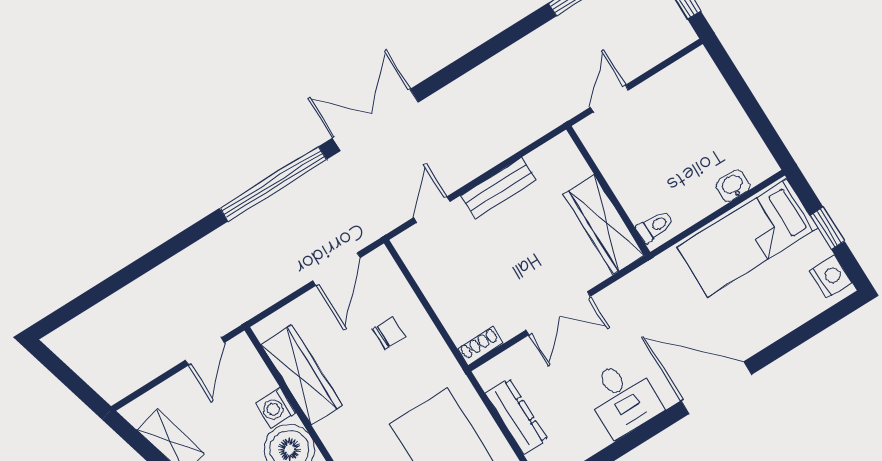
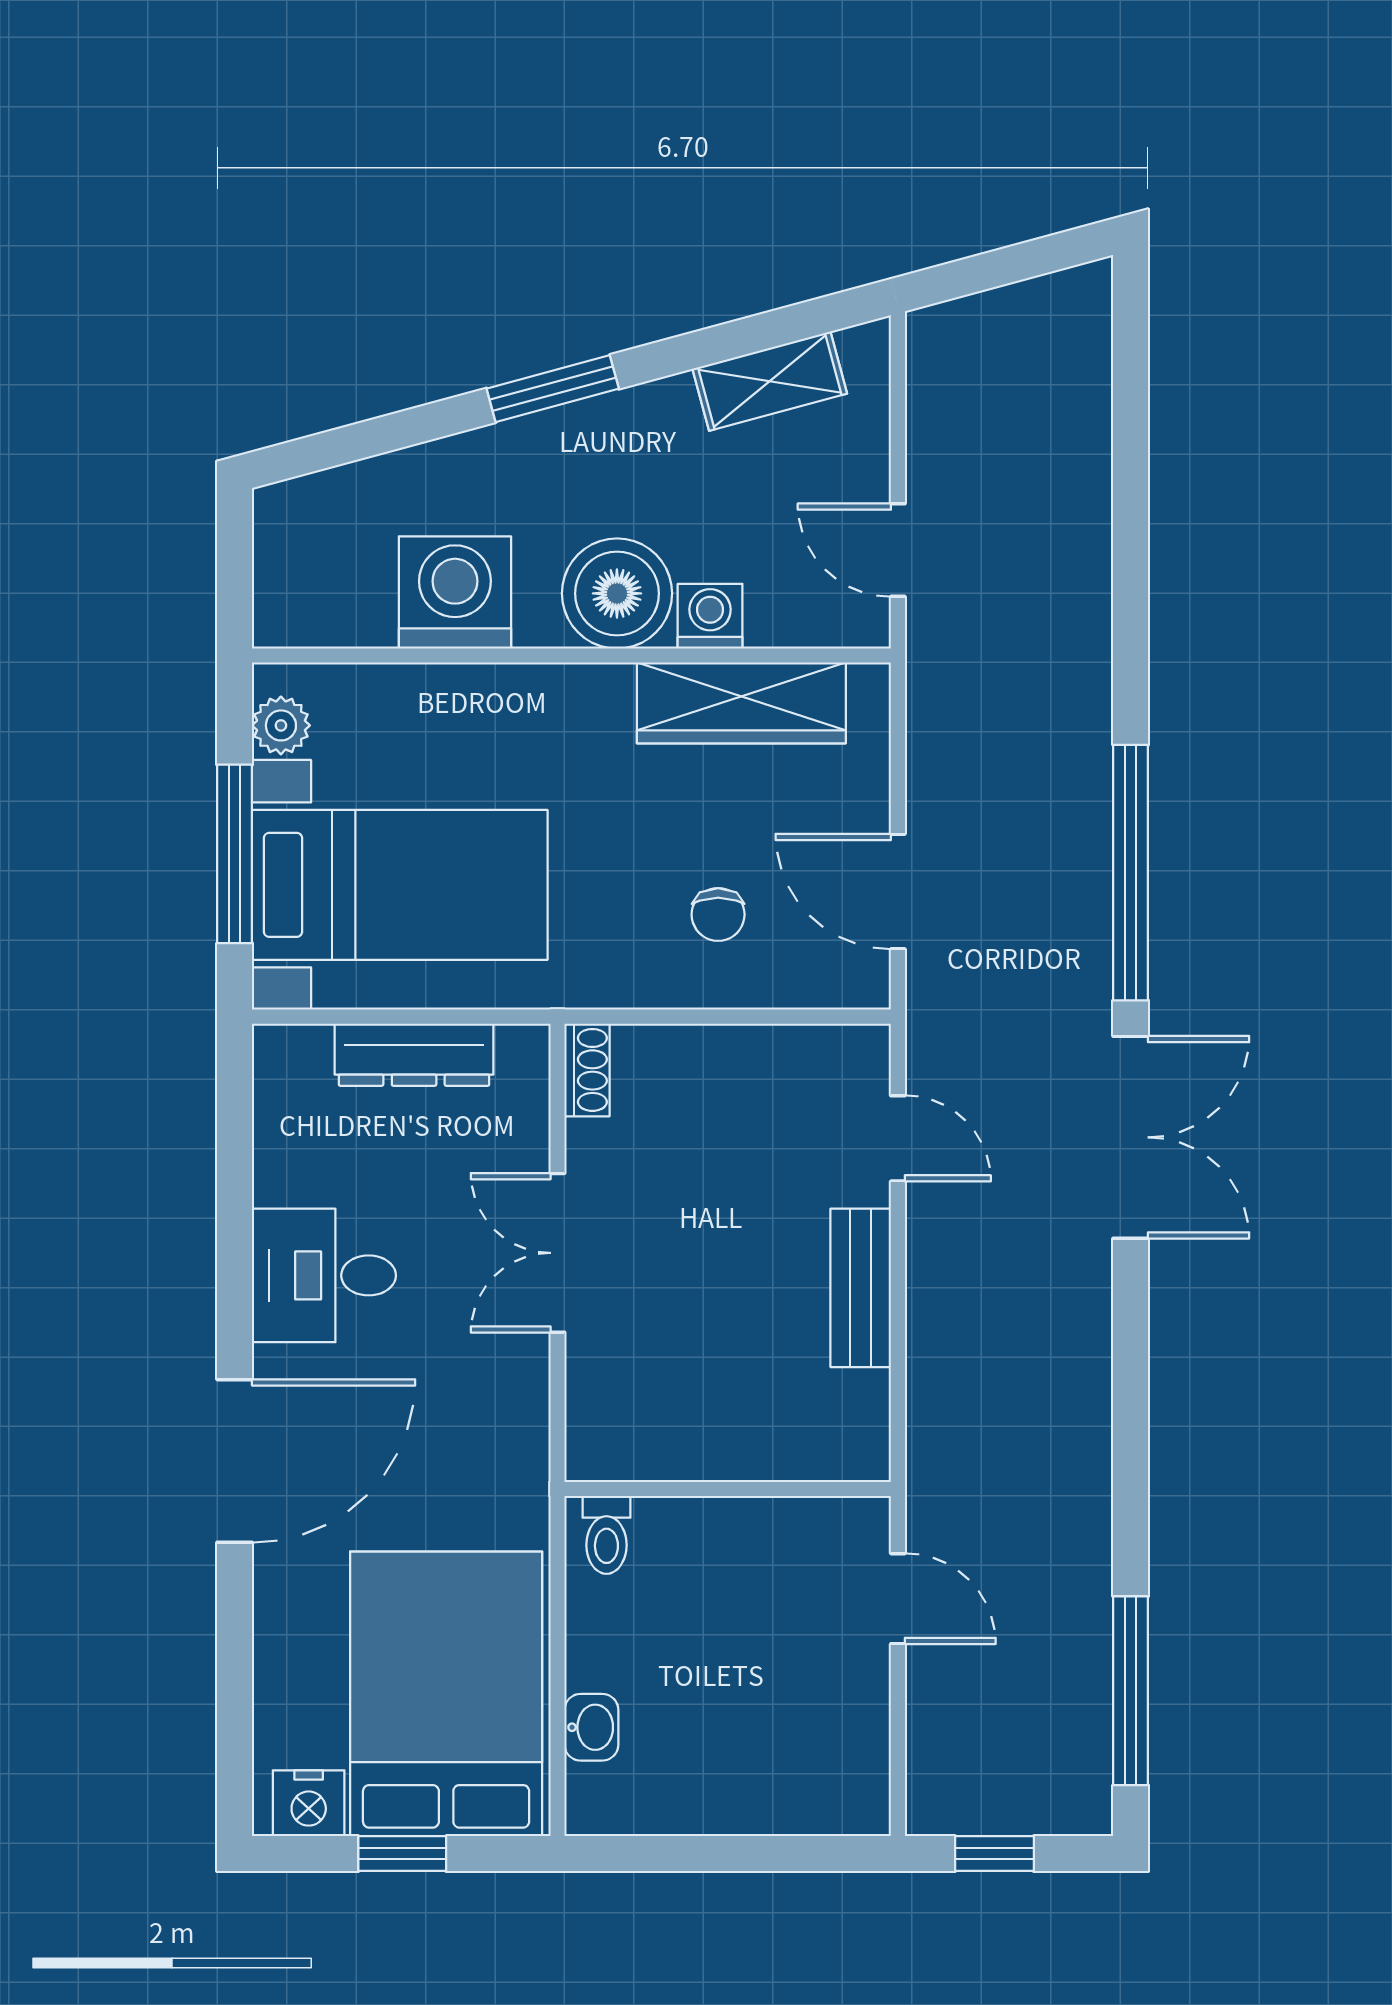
wardrobe: (604, 225) -> (669, 1442), removed
bed: (747, 238) -> (446, 1694), width x1.50

